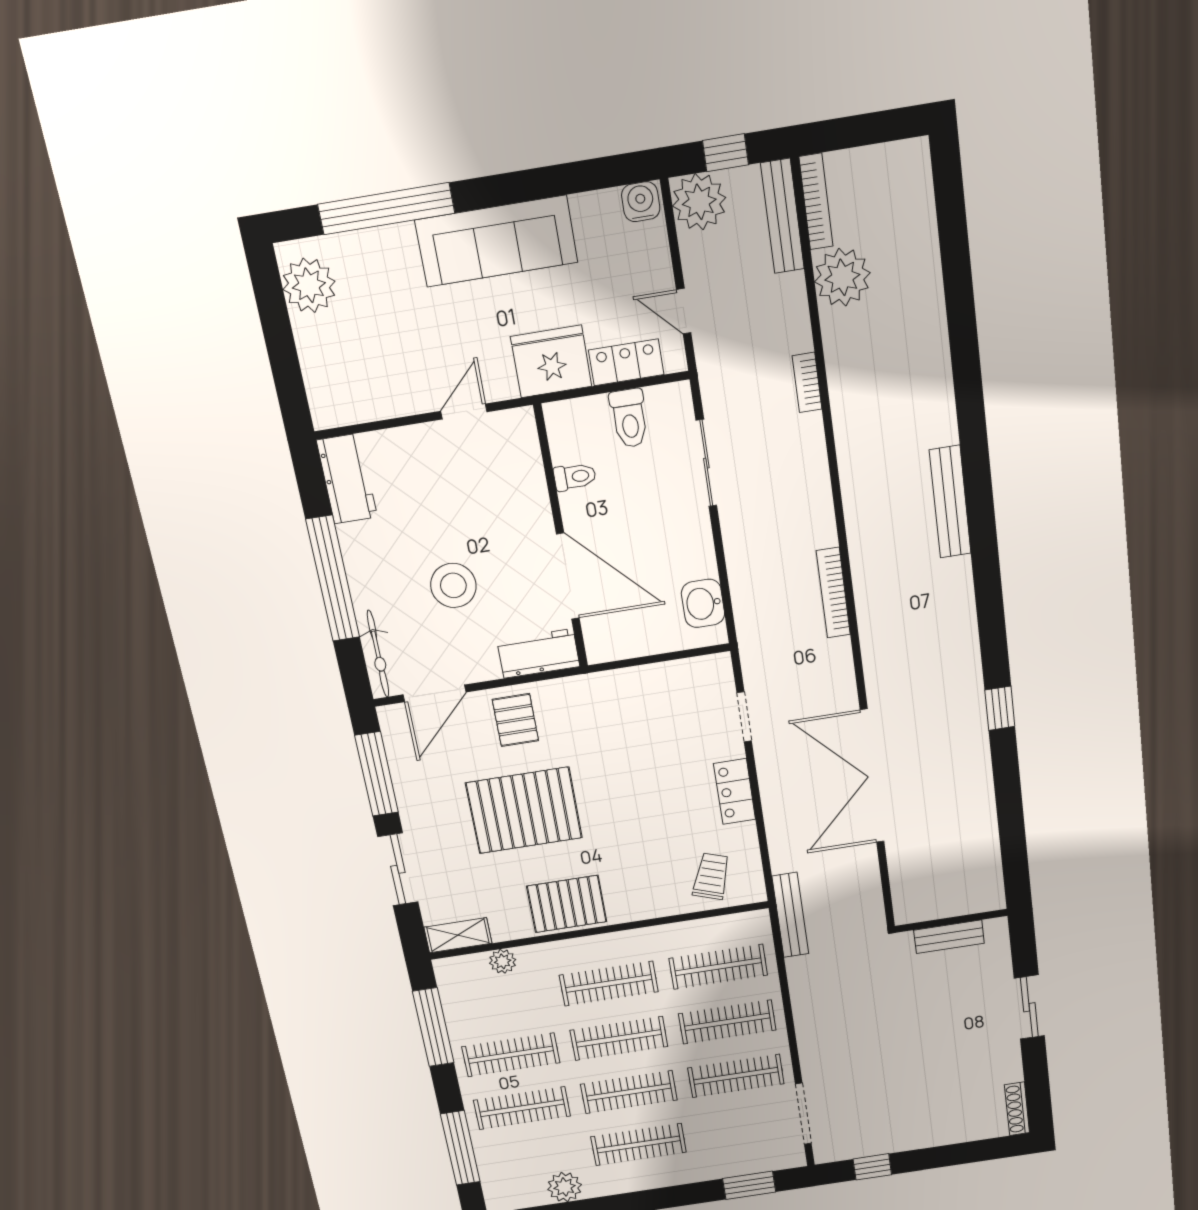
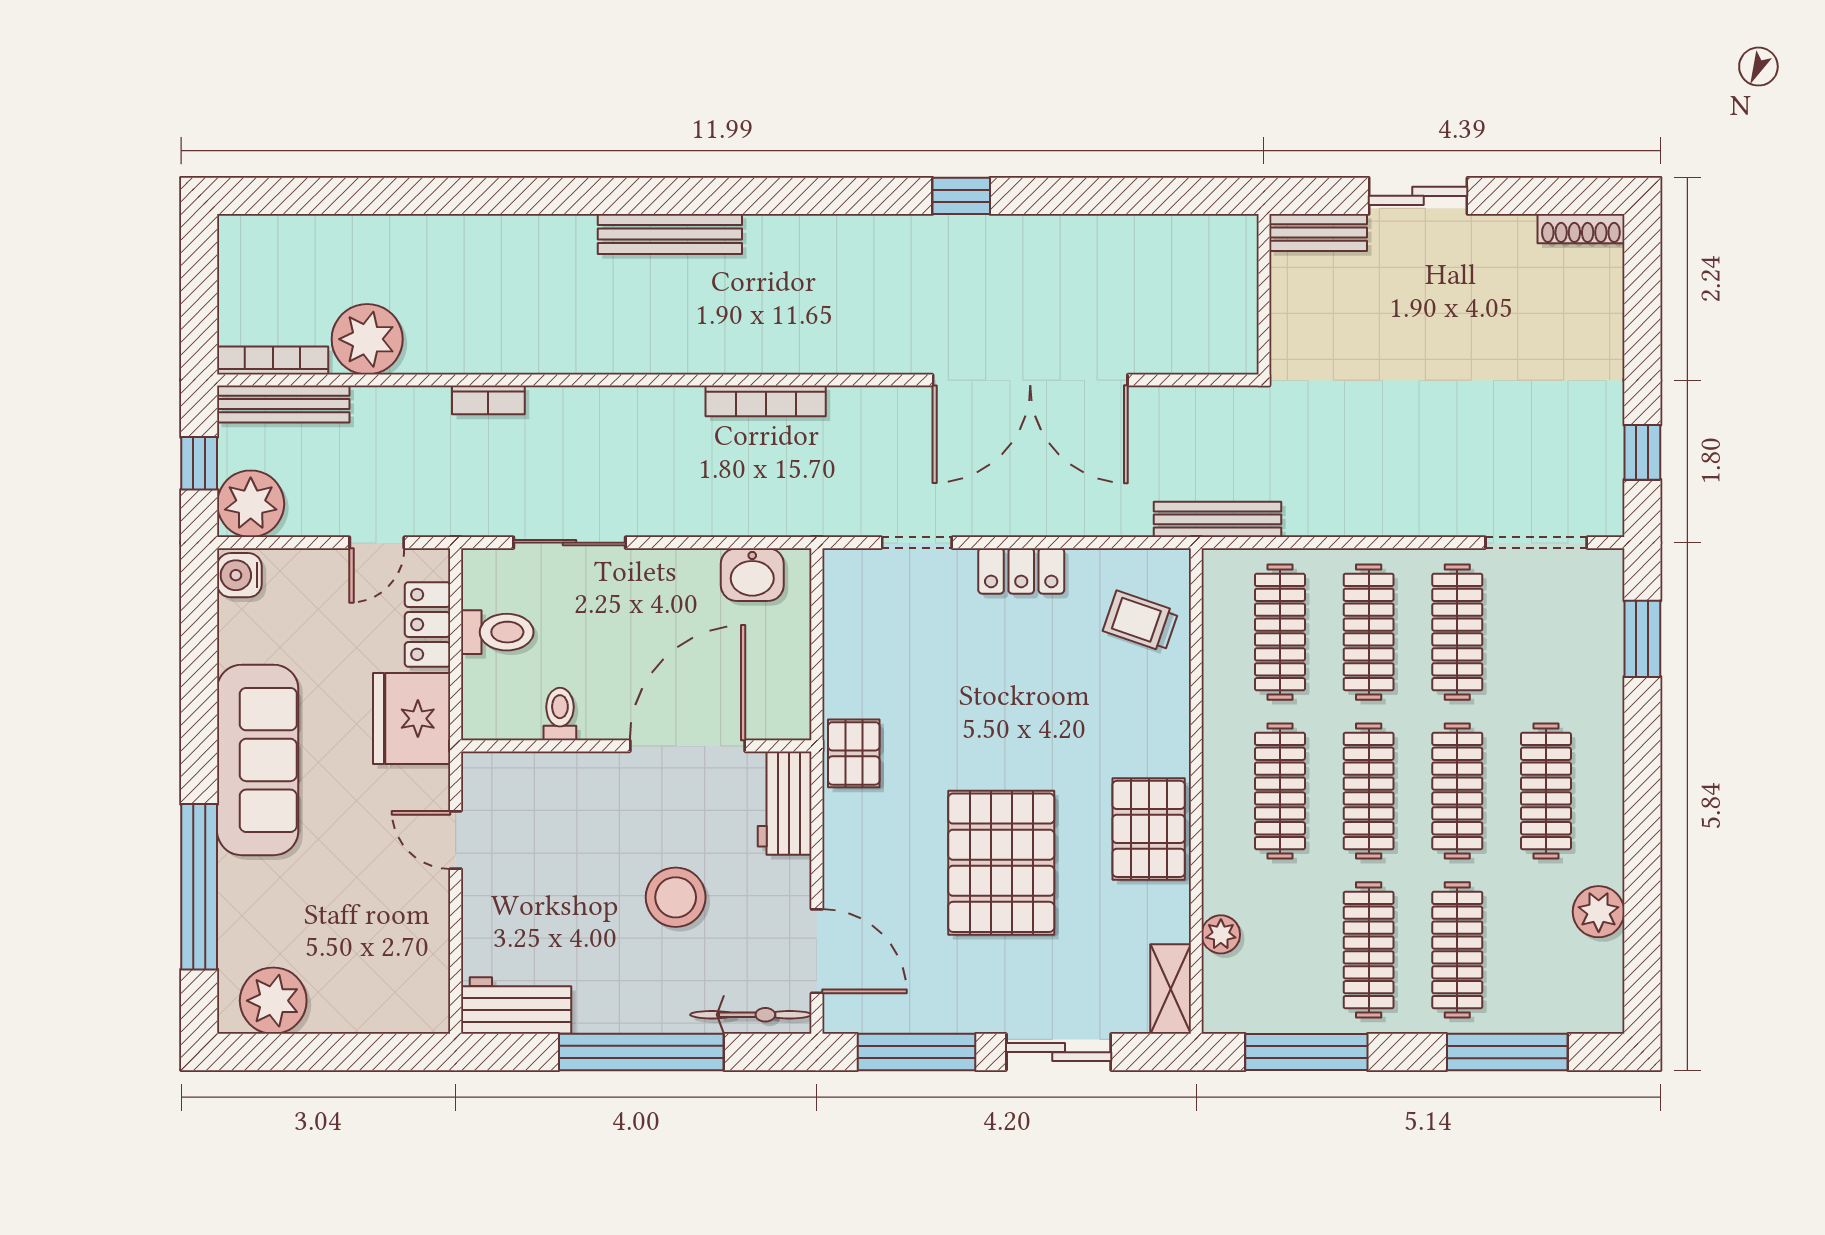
pallet: (515, 720) -> (854, 753), moved, turned 90
bench: (949, 937) -> (1318, 233), moved, turned 90

